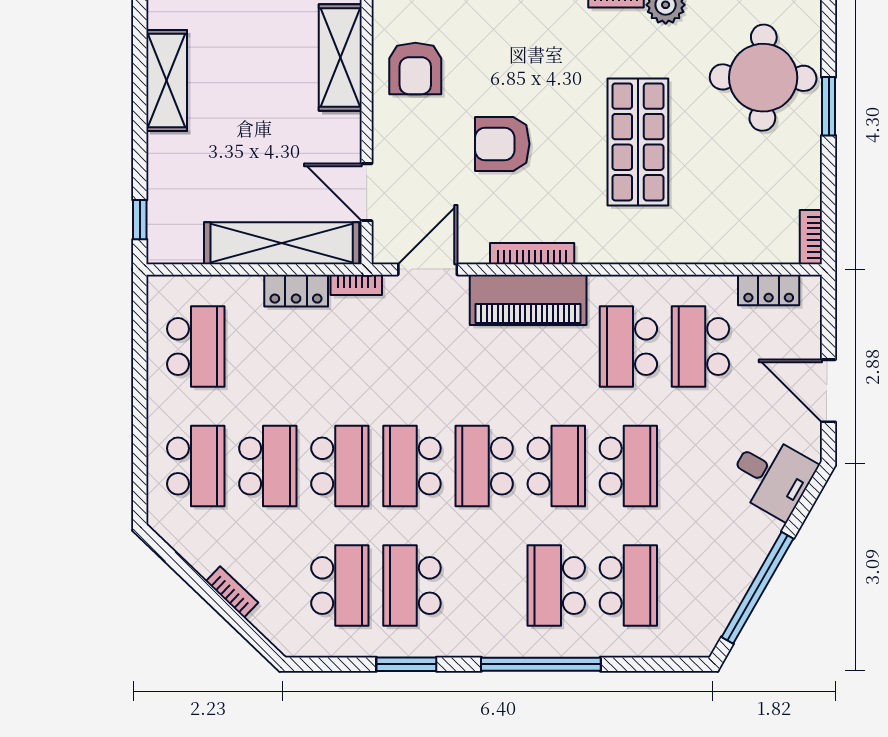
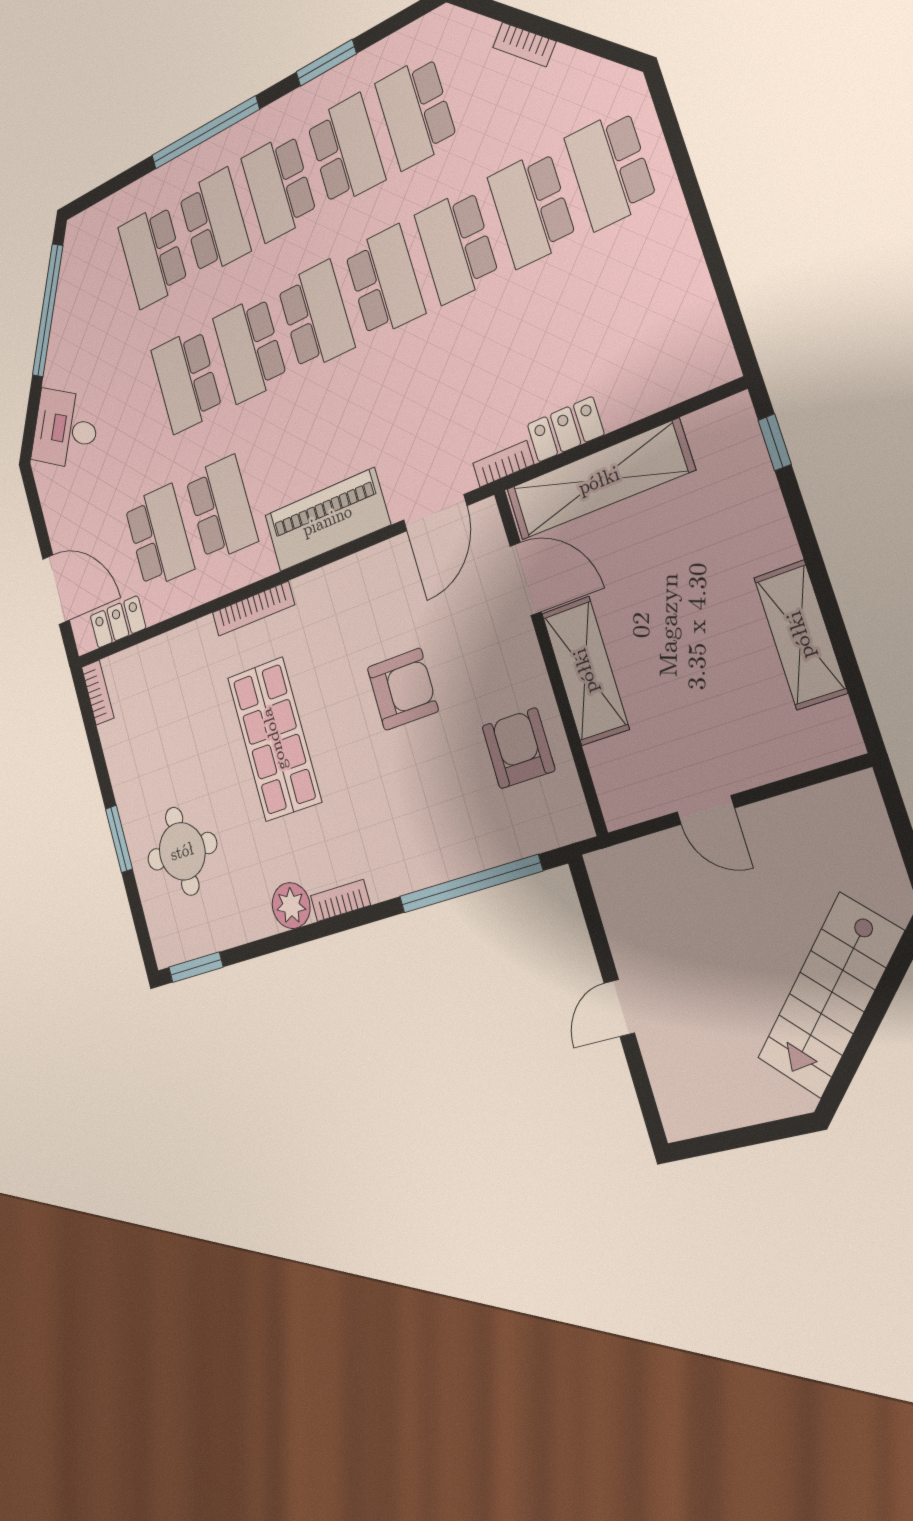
shelving: (340, 58) -> (585, 671), moved
round table: (763, 78) -> (182, 851), width x0.73, depth x0.73
bookcase: (532, 254) -> (253, 609), moved
school desk: (196, 347) -> (279, 187), moved
door: (829, 391) -> (56, 590), moved

